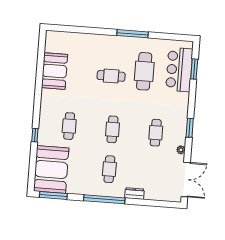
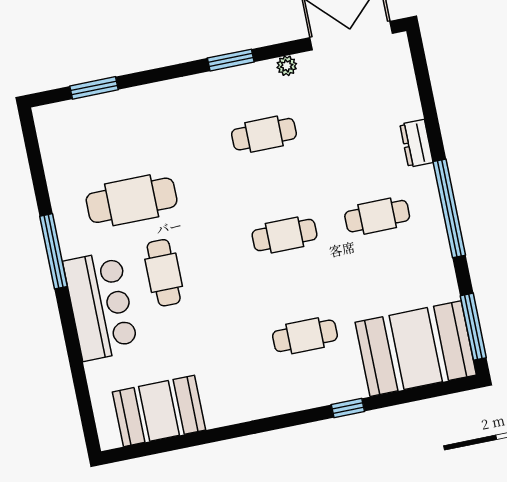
bar counter: (179, 70) -> (101, 306), moved, turned -90
booth: (55, 71) -> (159, 411), moved

